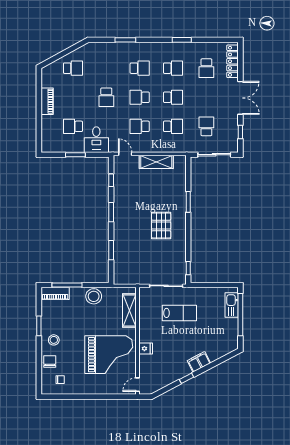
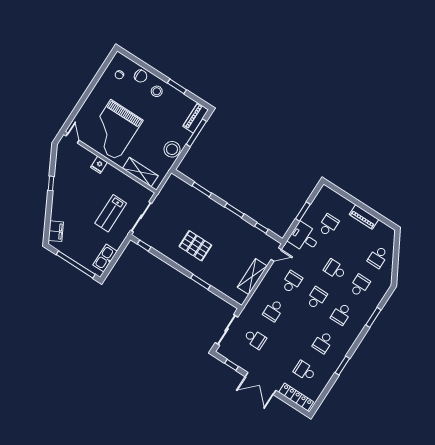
school desk: (173, 97) -> (360, 285), moved, turned 180
kitchen sink: (232, 305) -> (105, 258), moved, turned -90
filing cabinet: (199, 362) -> (56, 231), moved

